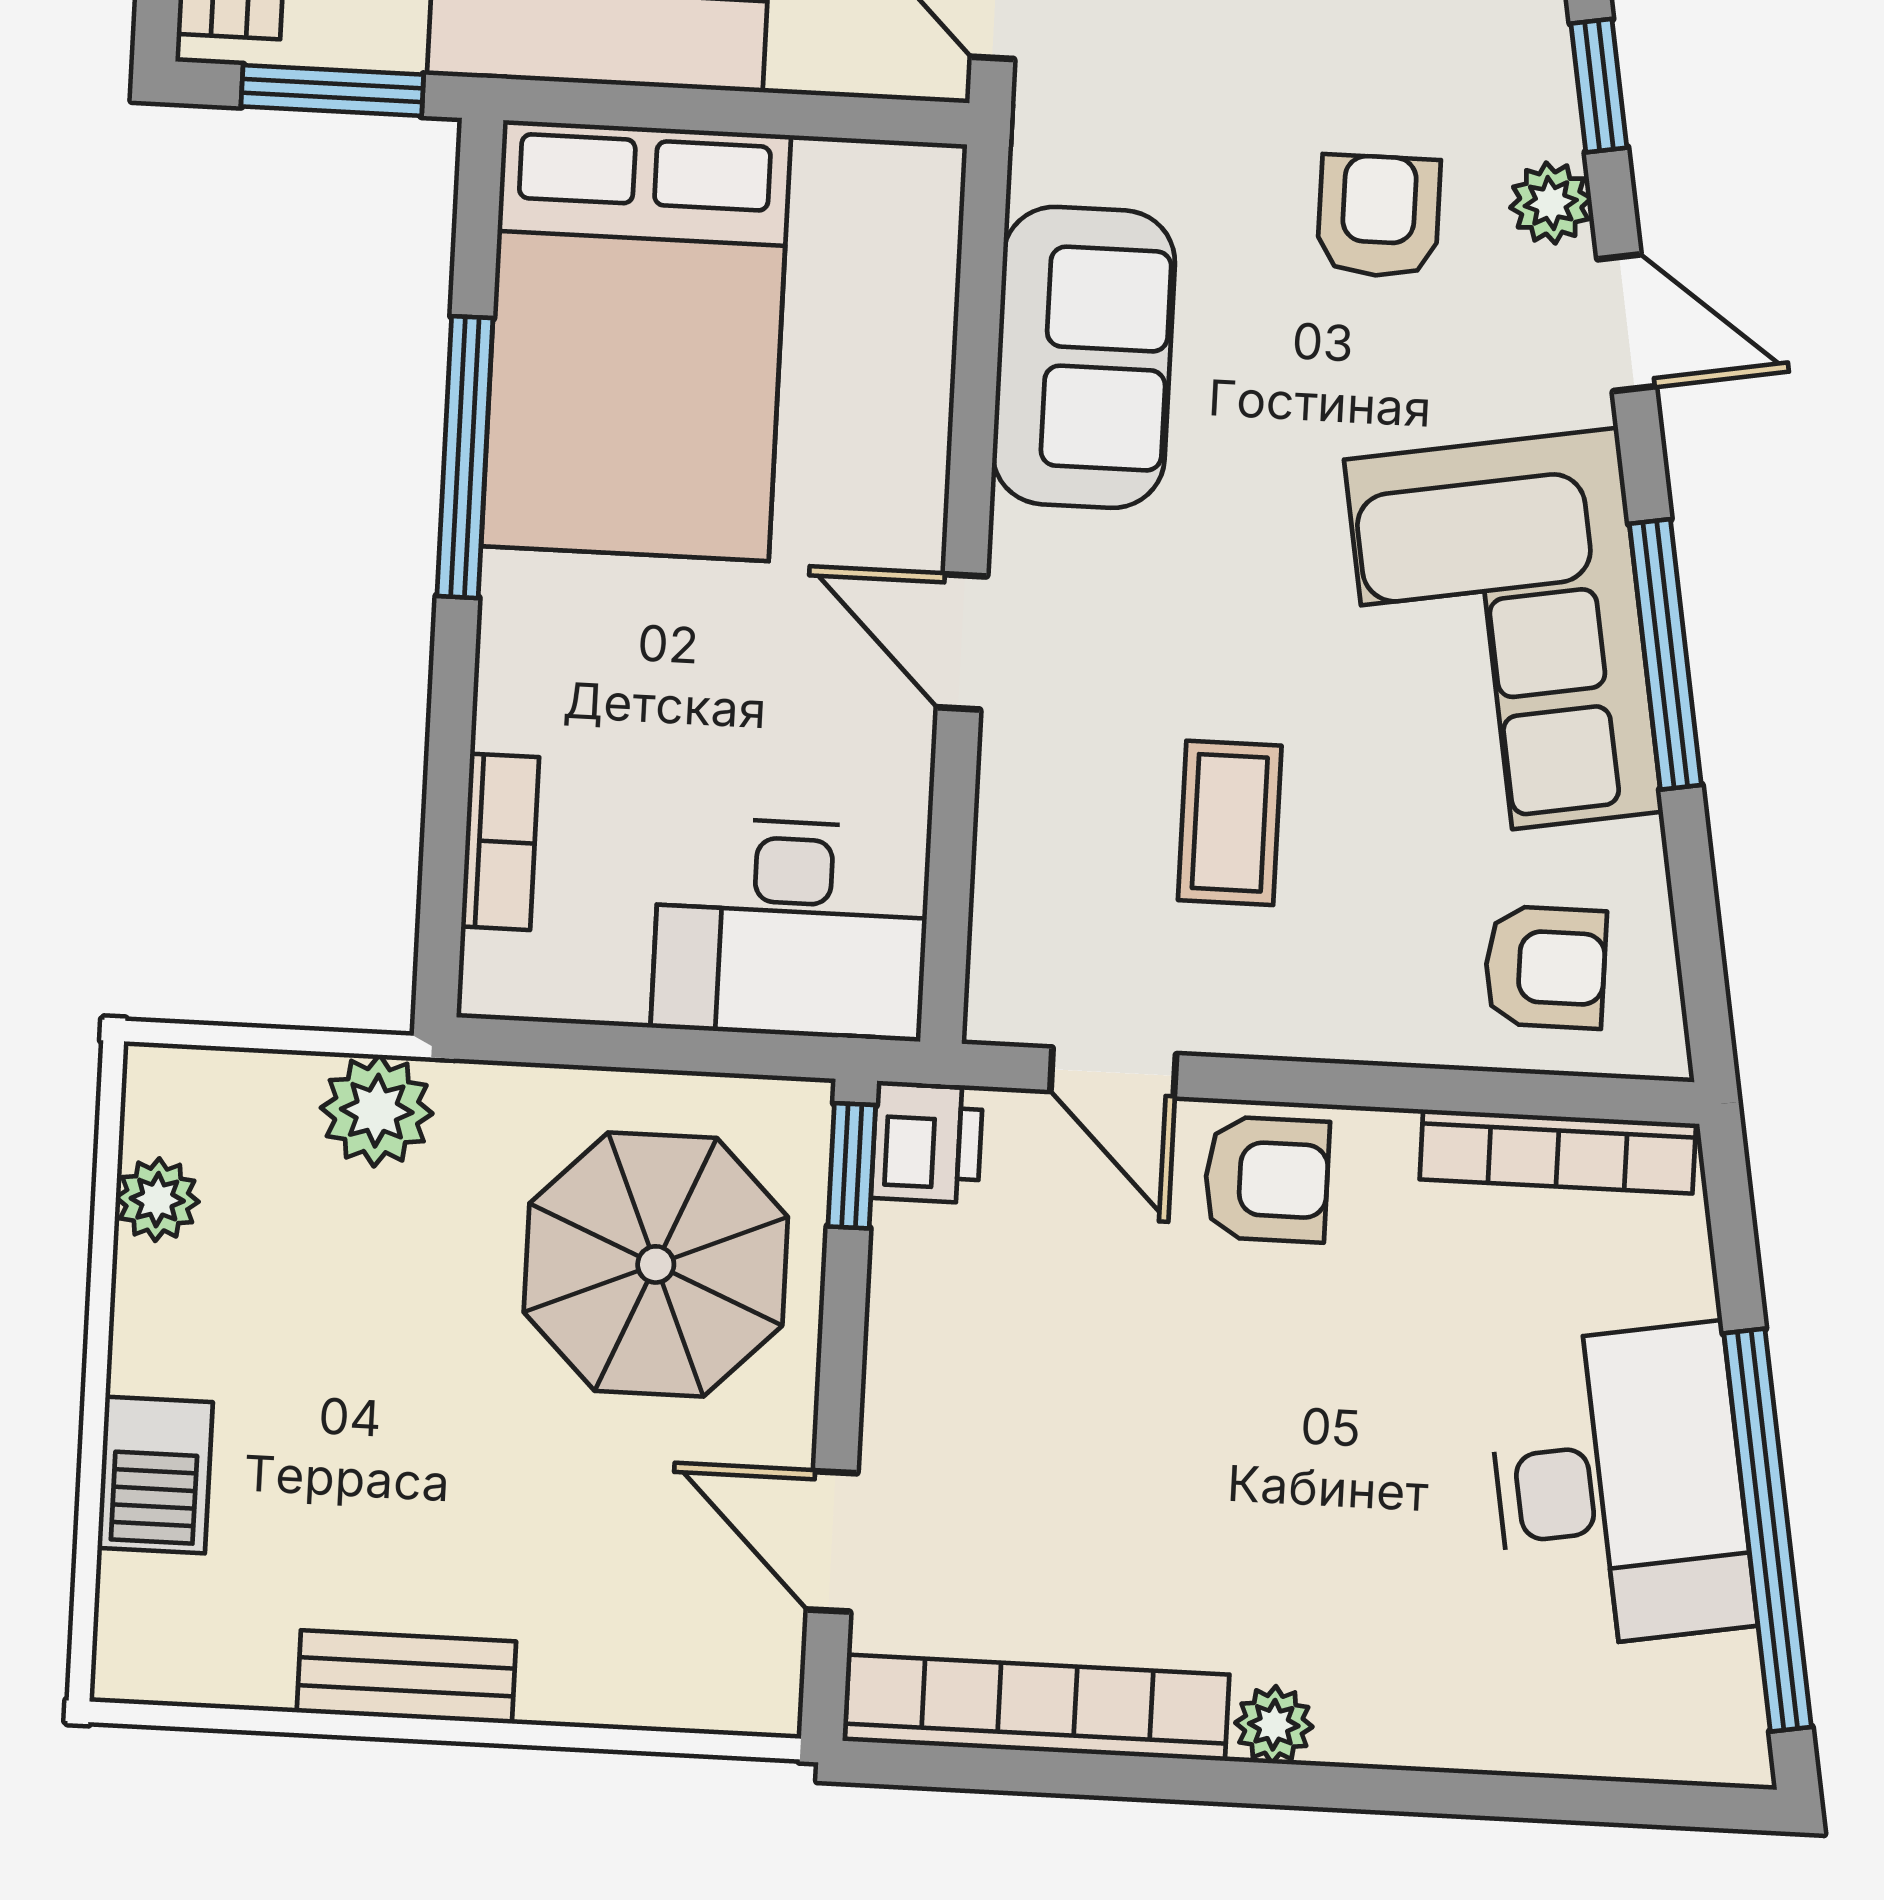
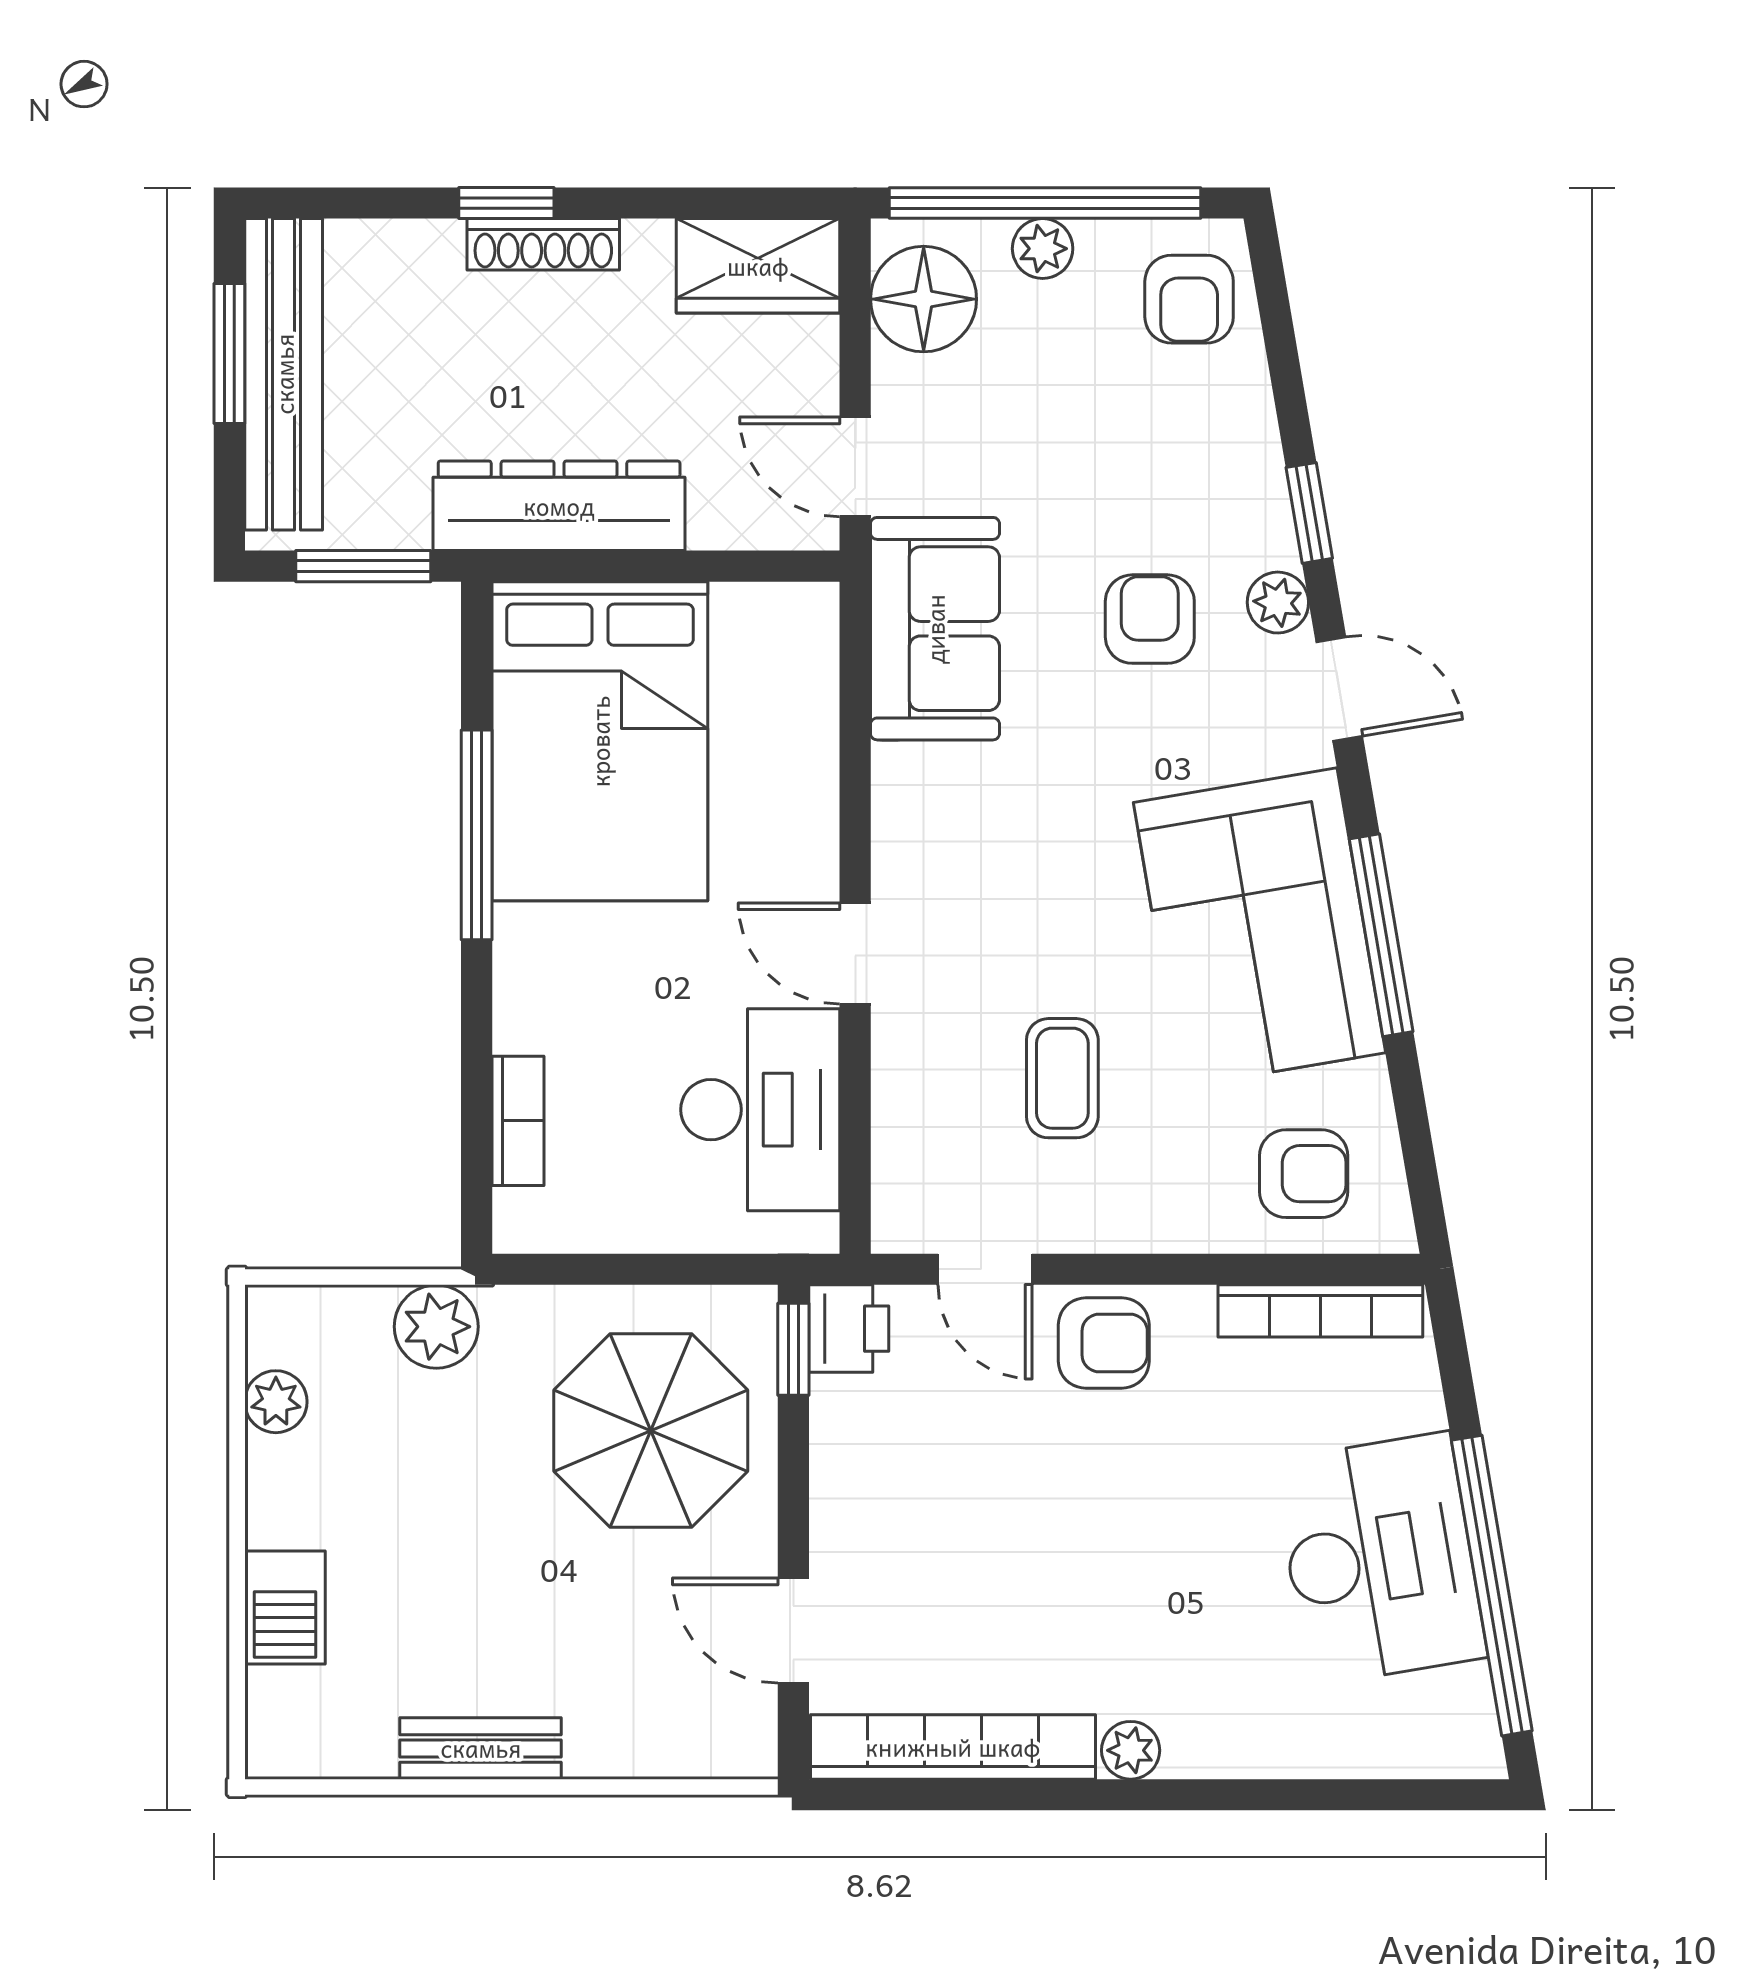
sofa: (1084, 357) -> (935, 629), moved
desk: (791, 929) -> (760, 1110), moved, turned -90

